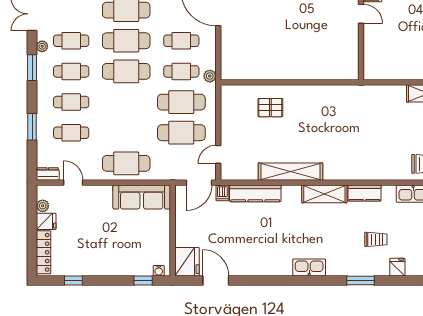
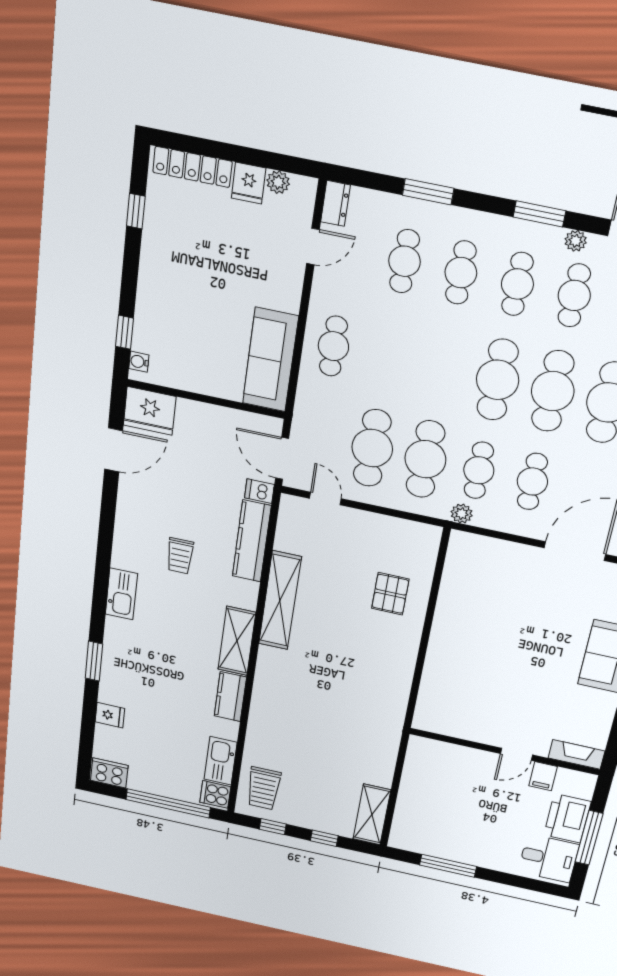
cafe table: (126, 163) -> (333, 346), width x0.73, depth x0.74
trolley: (376, 239) -> (180, 556), moved

